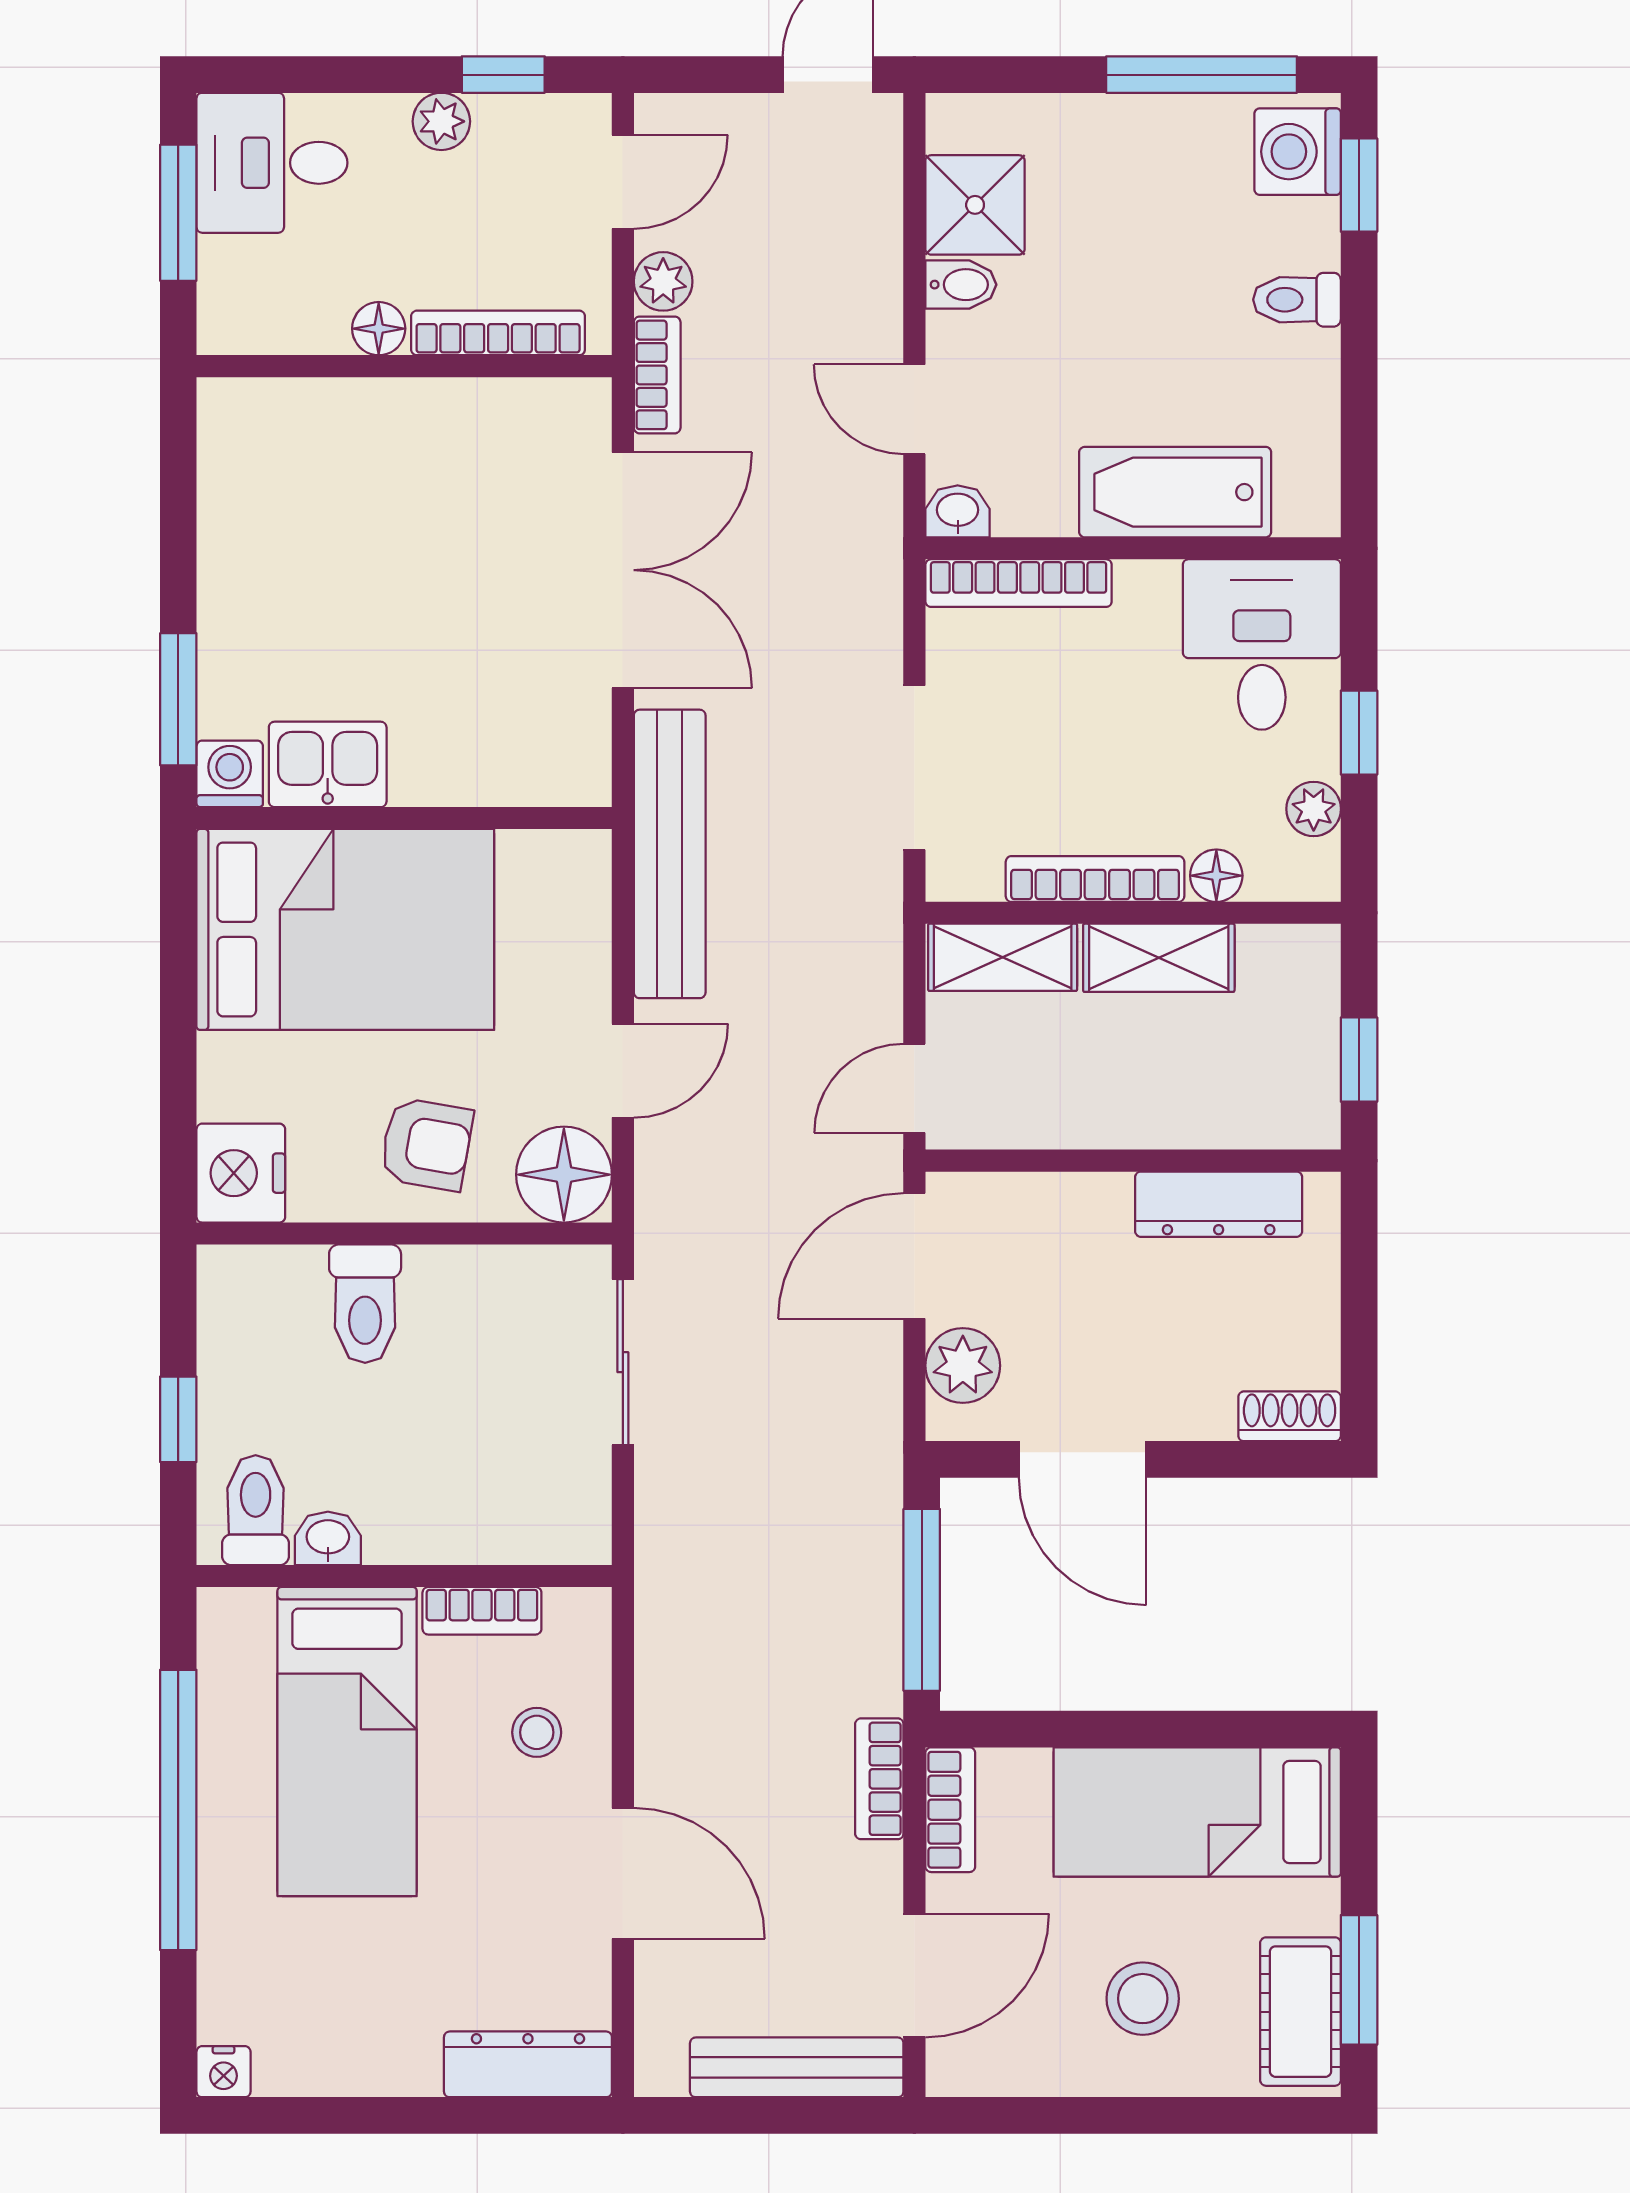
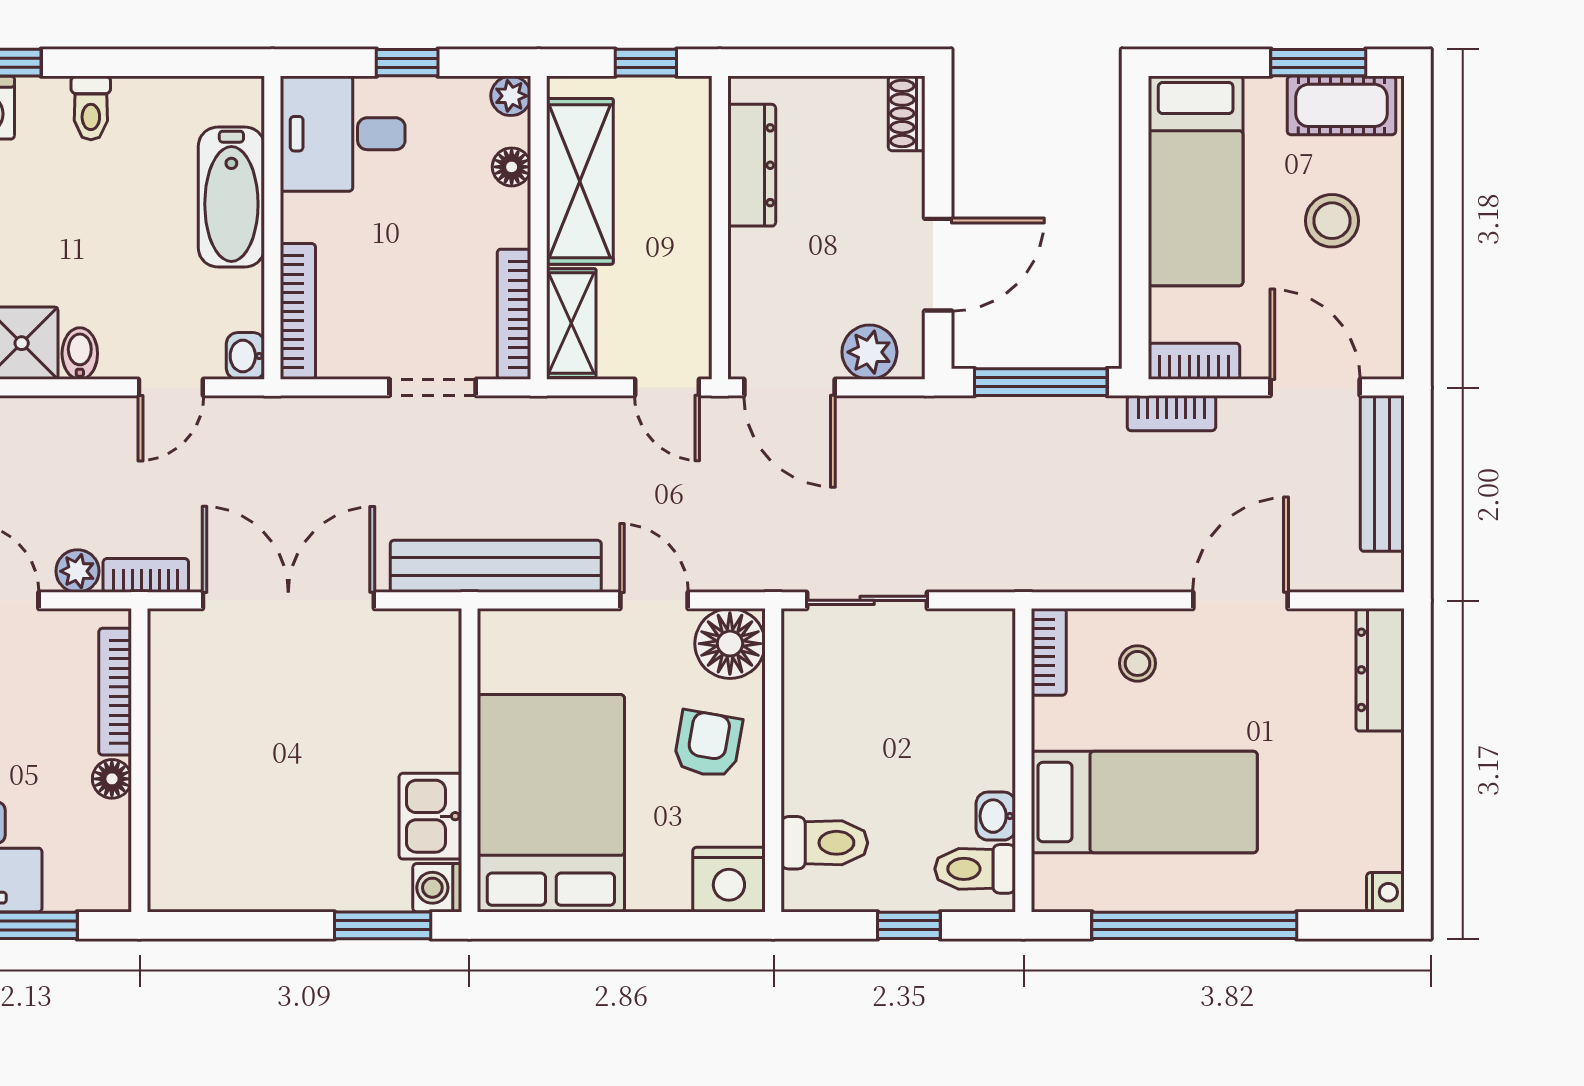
doorway: (914, 768) -> (433, 387), width x0.73
plant: (1314, 809) -> (511, 96), moved
bookcase: (1095, 879) -> (514, 314), moved
shelving: (1159, 958) -> (580, 181), width x1.50, depth x1.33
toilet: (365, 1304) -> (824, 843), moved
bookcase: (482, 1611) -> (1049, 652), moved

